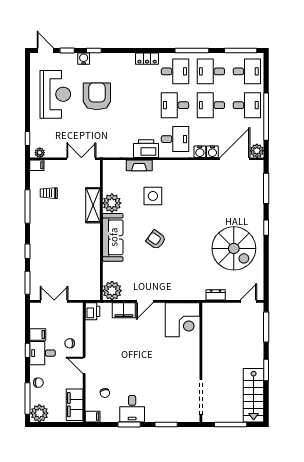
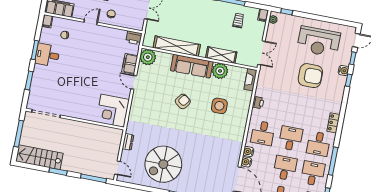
printer: (146, 149) -> (258, 103), width x0.53, depth x0.68
fireplace: (139, 165) -> (250, 80), moved
shelving: (93, 259) -> (177, 46), added

